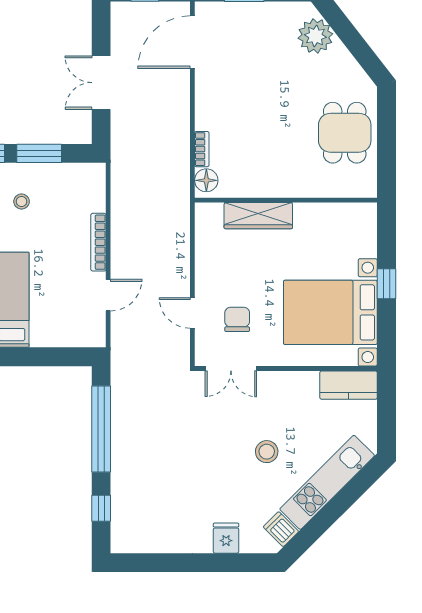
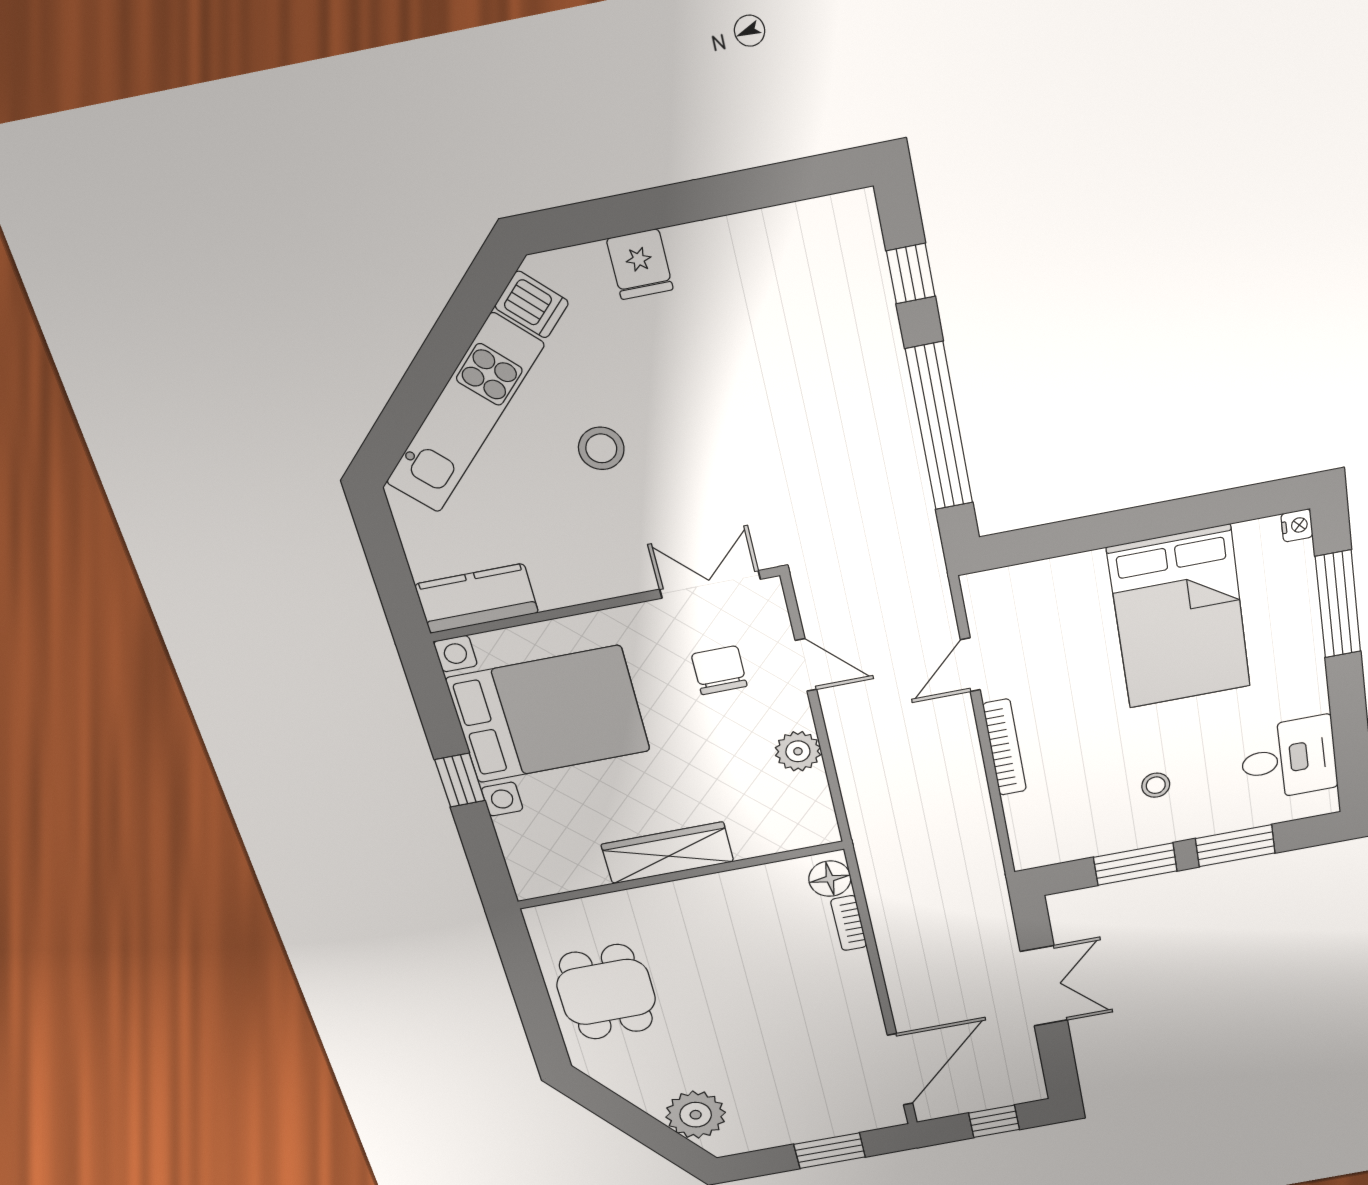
wardrobe: (258, 216) -> (668, 853), moved
plant: (207, 263) -> (798, 751), added
chair: (237, 319) -> (719, 670), turned 180

